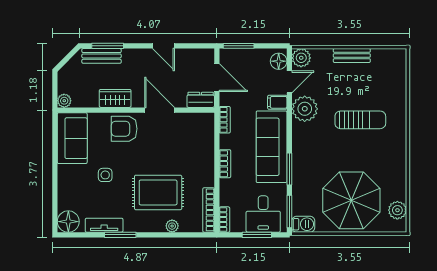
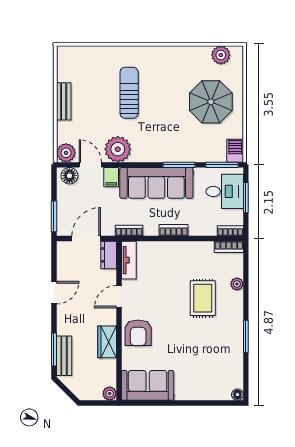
door: (160, 110) -> (119, 297), width x0.73
side table: (105, 175) -> (185, 352), removed
rug: (158, 192) -> (203, 298), width x0.73, depth x0.70
parasol: (351, 200) -> (211, 102), width x0.73, depth x0.73
bookcase: (209, 210) -> (229, 247), width x0.64
floor lamp: (68, 222) -> (237, 395), width x0.53, depth x0.53
tv unit: (104, 225) -> (129, 260), moved, turned 180

